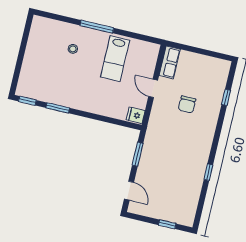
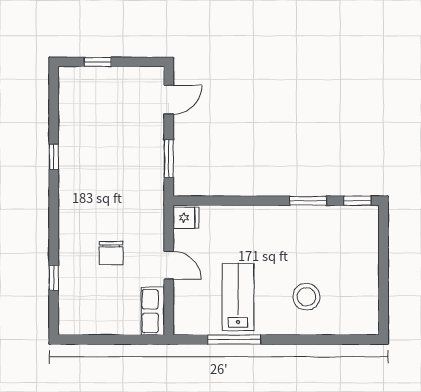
window: (97, 27) -> (234, 340), moved
stool: (73, 49) -> (306, 297), width x1.89, depth x1.89
chair: (187, 104) -> (111, 253), turned 180
door: (129, 191) -> (169, 100), swing flipped

